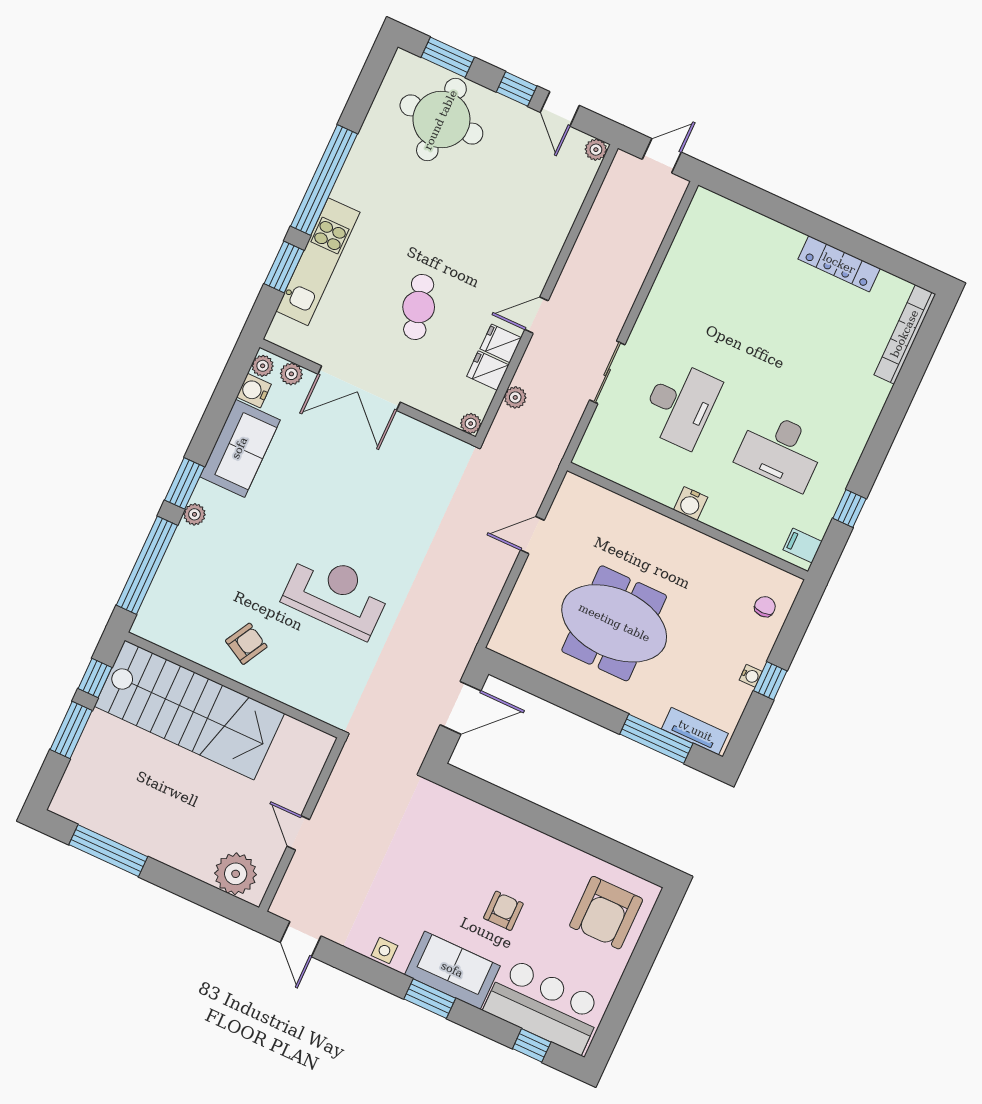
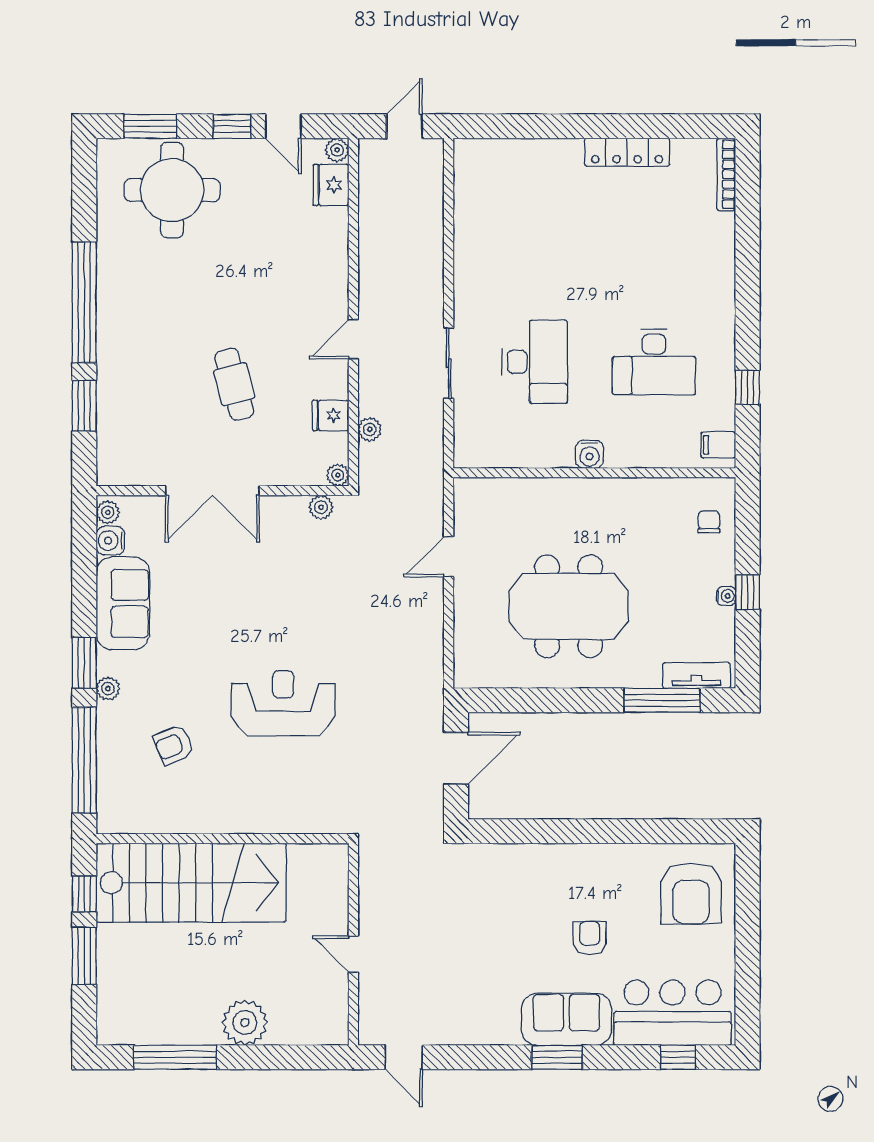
kitchen unit: (318, 262) -> (115, 385), removed
bookcase: (905, 334) -> (726, 174), width x0.68, depth x0.76
fridge: (501, 343) -> (331, 185), moved, width x1.38
plant: (291, 374) -> (321, 507), moved
armchair: (246, 644) -> (174, 745), moved, turned -142
plant: (236, 874) -> (245, 1023), moved
side table: (384, 951) -> (491, 1031), removed

